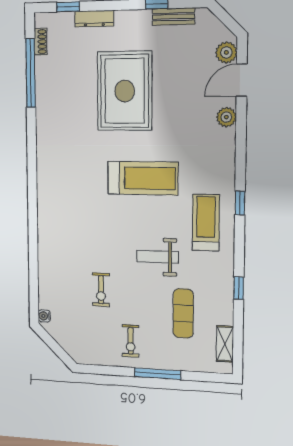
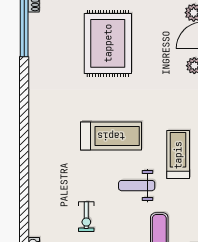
treadmill: (143, 178) -> (111, 136), moved

